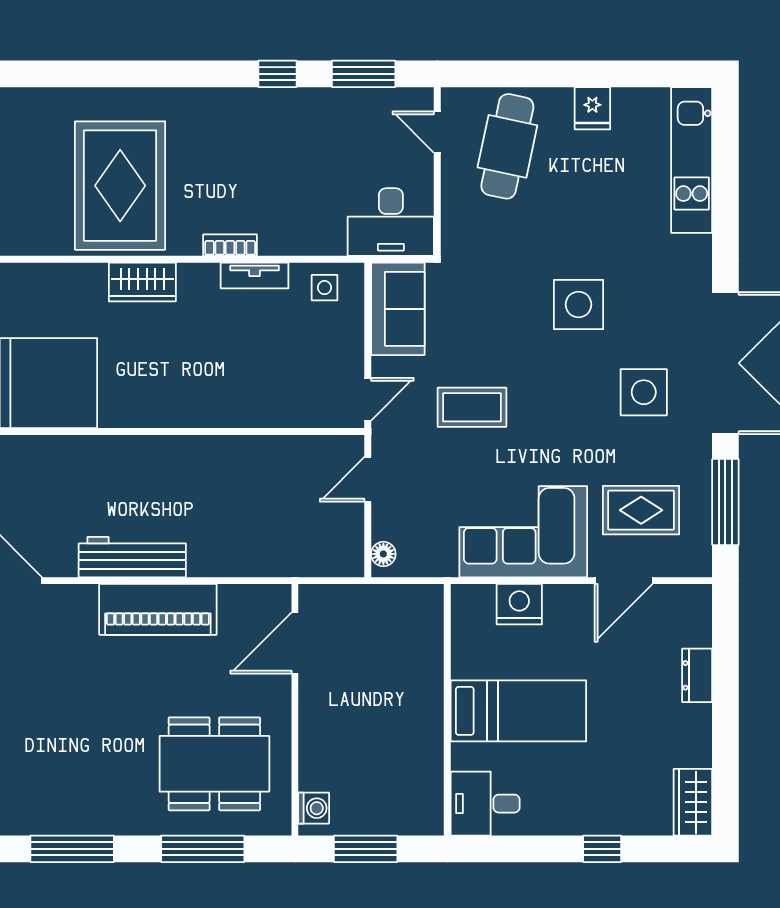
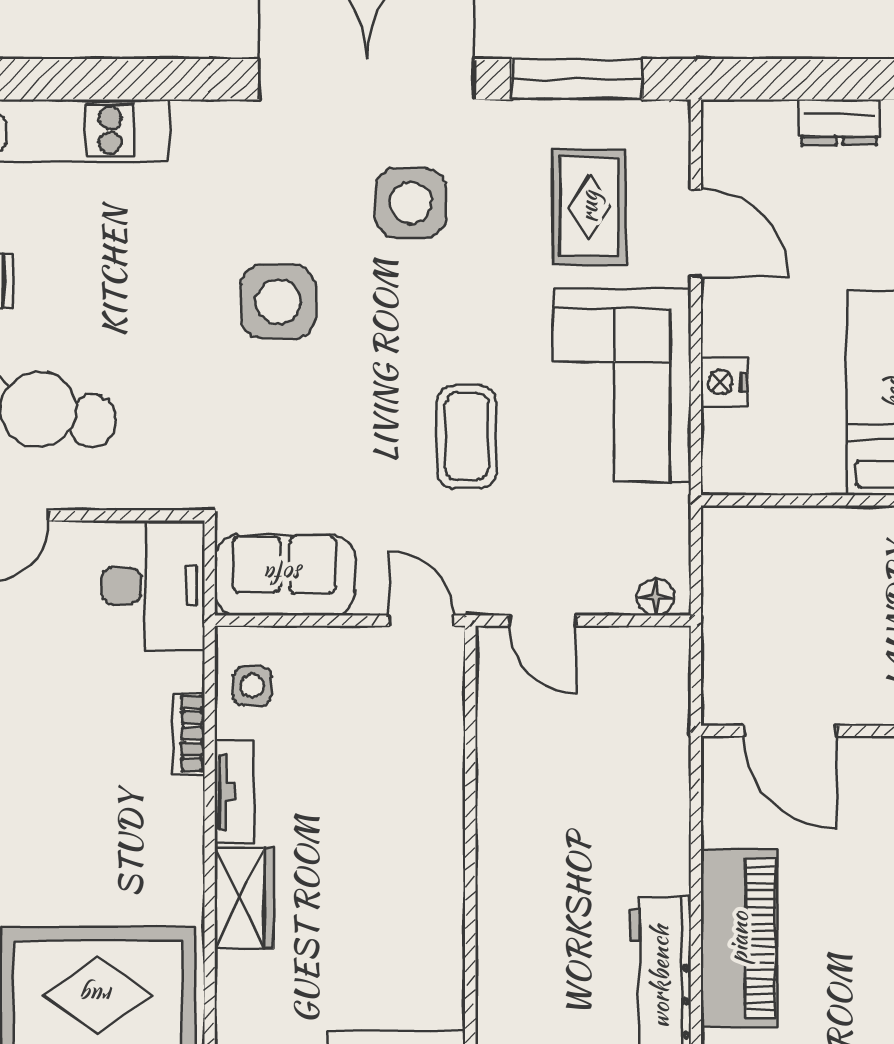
bookcase: (230, 245) -> (188, 733), moved
wardrobe: (142, 282) -> (244, 898), moved
coffee table: (472, 407) -> (467, 436), moved
nightstand: (519, 604) -> (724, 382), width x0.74, depth x0.75

